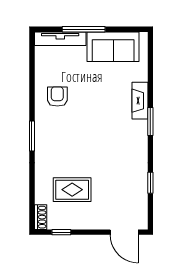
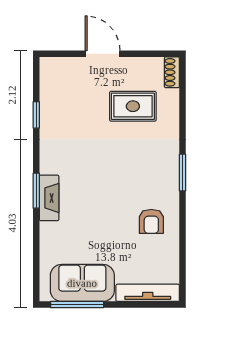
window: (84, 29) -> (77, 305), moved
fireplace: (140, 101) -> (49, 198), moved
window: (61, 232) -> (146, 54), removed
door: (124, 232) -> (103, 54), moved

